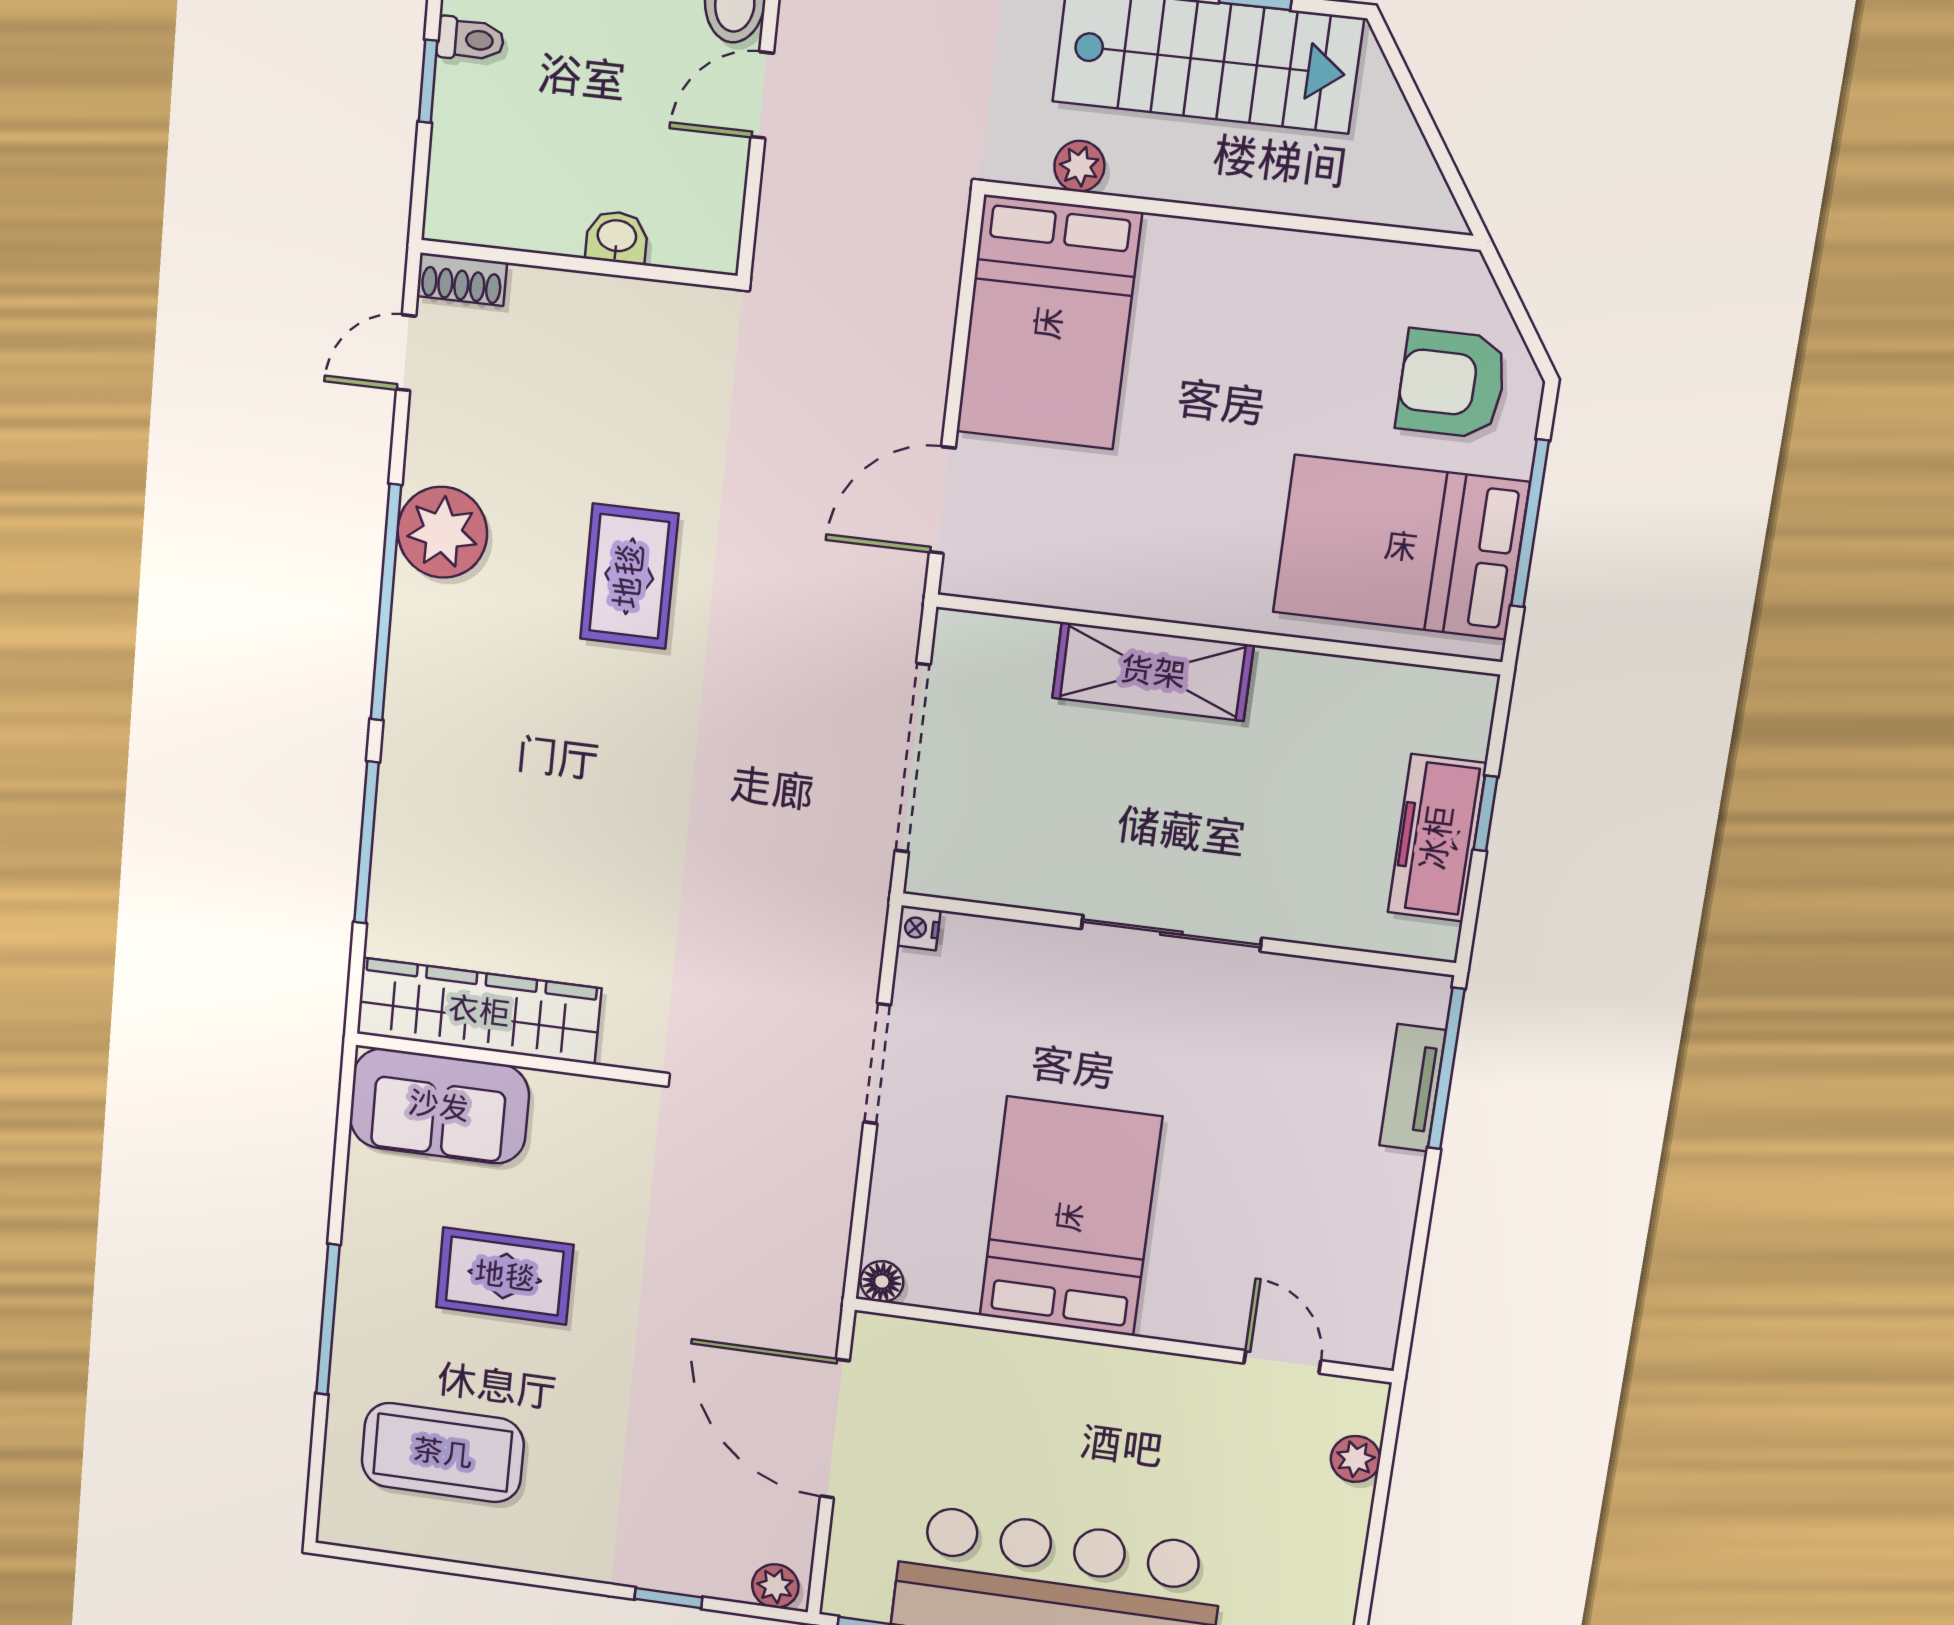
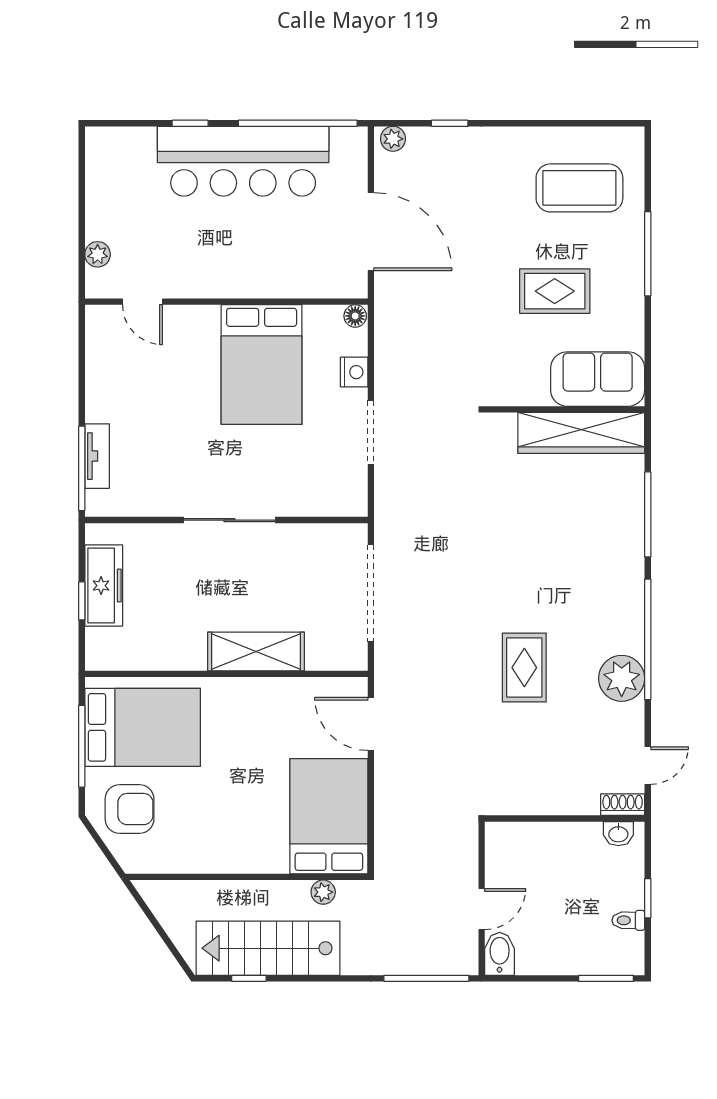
washbasin: (617, 237) -> (618, 834), moved
door: (942, 500) -> (371, 724), swing flipped
nightstand: (919, 928) -> (354, 372), moved, width x1.39, depth x1.35

